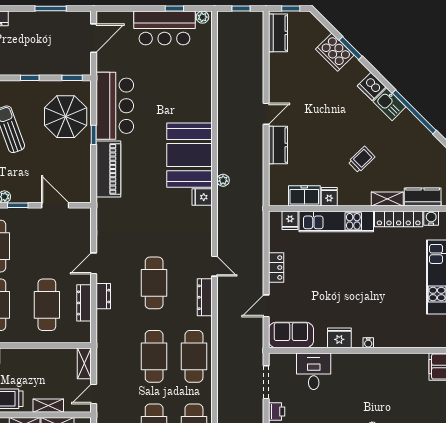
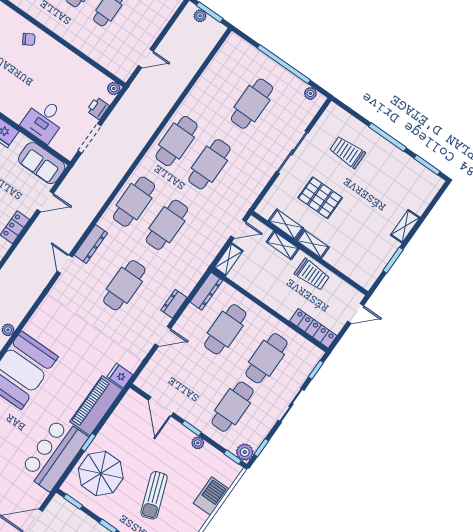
fridge: (202, 197) -> (120, 376), moved, turned 180
dresser: (84, 303) -> (206, 291), moved

